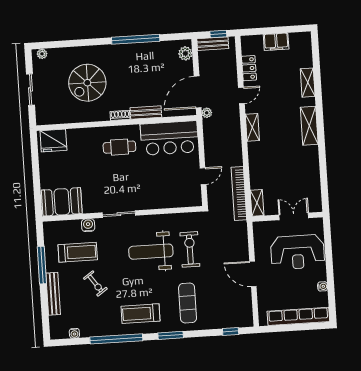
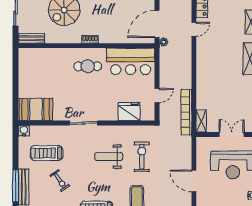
bench: (146, 112) -> (32, 38), moved
shelving: (252, 127) -> (201, 57), removed
fridge: (53, 141) -> (129, 112), moved, turned 180
water cooler: (88, 225) -> (24, 131), moved
treadmill: (78, 252) -> (47, 153), turned 180
weight bench: (151, 252) -> (109, 157), width x0.73, depth x0.75
window: (42, 265) -> (16, 186), moved

